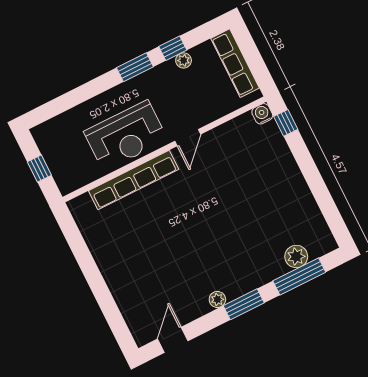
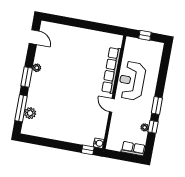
row of seats: (235, 63) -> (133, 149), width x0.68

